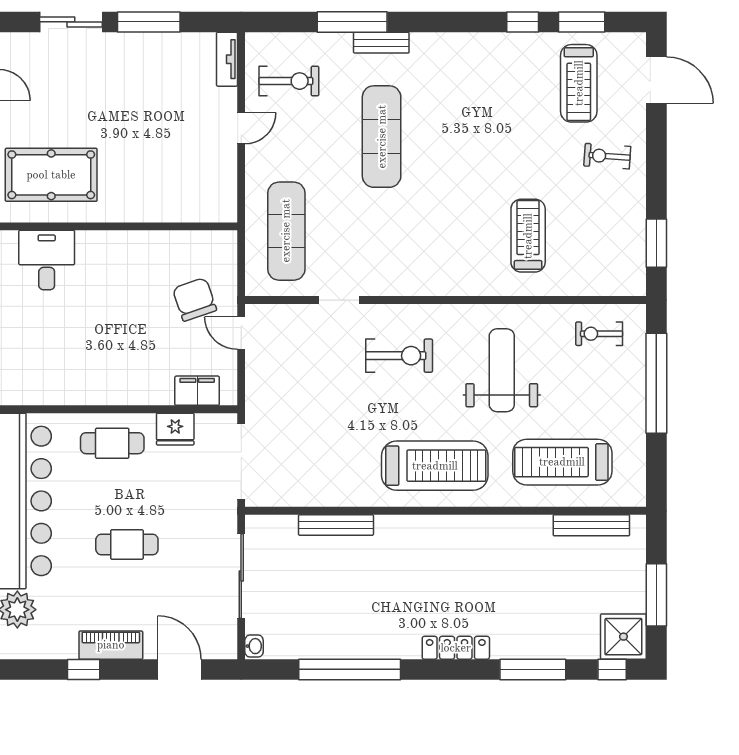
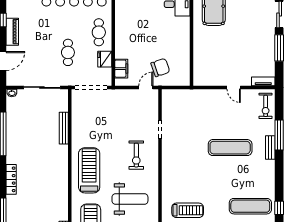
exercise bike: (289, 81) -> (266, 106), moved
exercise mat: (286, 231) -> (250, 206), moved
treadmill: (435, 466) -> (89, 170), turned 180
cafe table: (127, 545) -> (68, 52), moved

